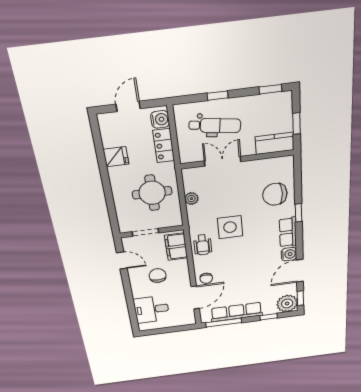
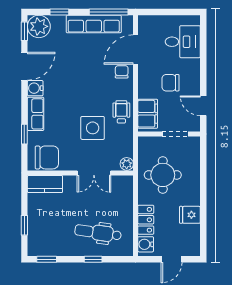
kitchen counter: (275, 143) -> (45, 184), moved
wall: (237, 159) -> (80, 173), moved
double door: (223, 161) -> (94, 173), moved
chair: (158, 276) -> (171, 83), turned 90

